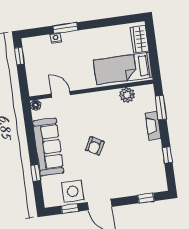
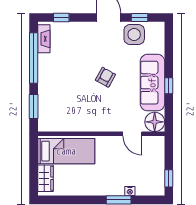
plant: (127, 95) -> (66, 124), removed
floor lamp: (36, 105) -> (155, 122), width x1.89, depth x1.89
fireplace: (153, 126) -> (44, 39), moved
window: (167, 155) -> (34, 58), width x3.17
window: (36, 173) -> (169, 86), moved

